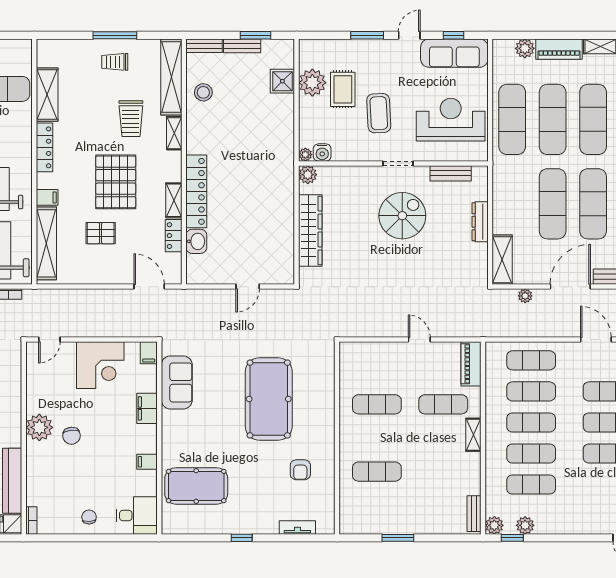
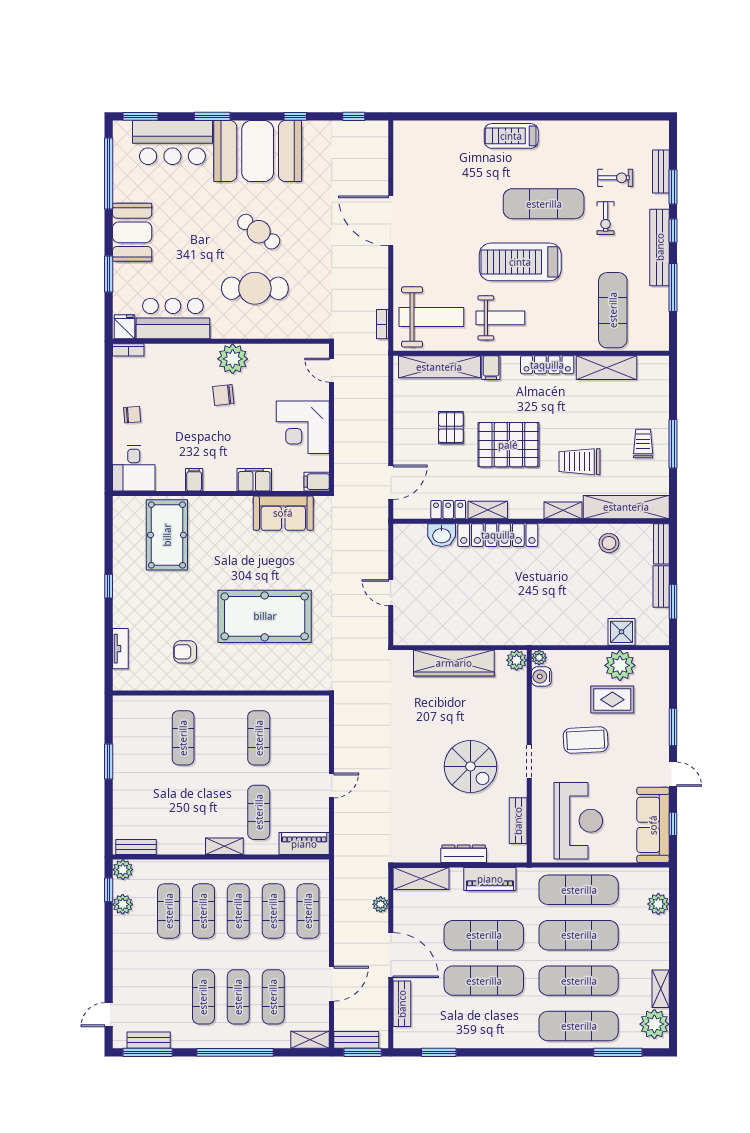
piano: (559, 49) -> (490, 879), moved, turned -90

